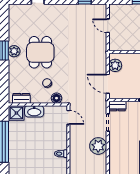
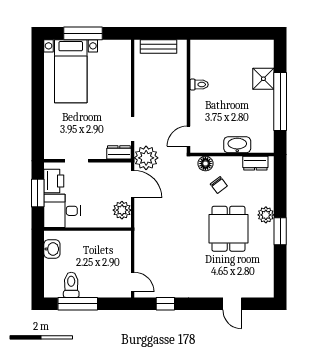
door: (108, 26) -> (133, 282), moved
plant: (14, 51) -> (266, 215), moved
shower: (16, 113) -> (263, 79), moved
door: (68, 117) -> (189, 136), hinge flipped
plant: (98, 146) -> (146, 158), moved

